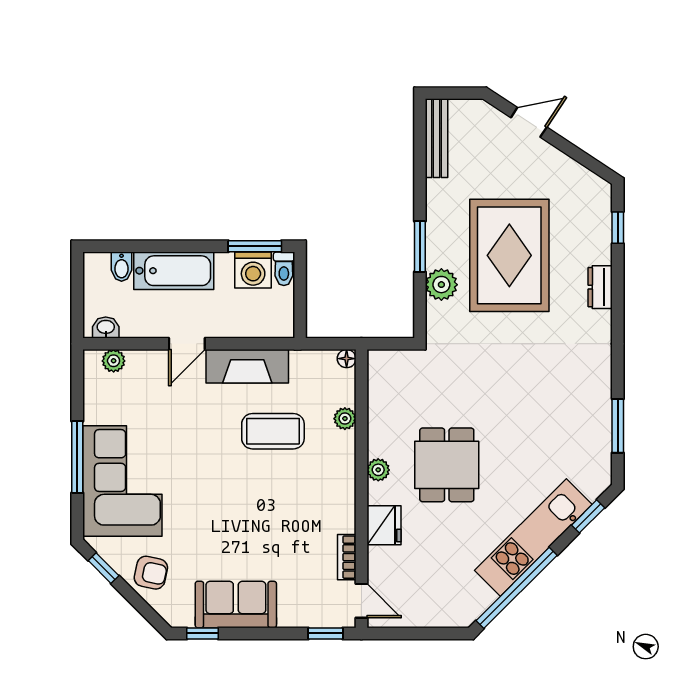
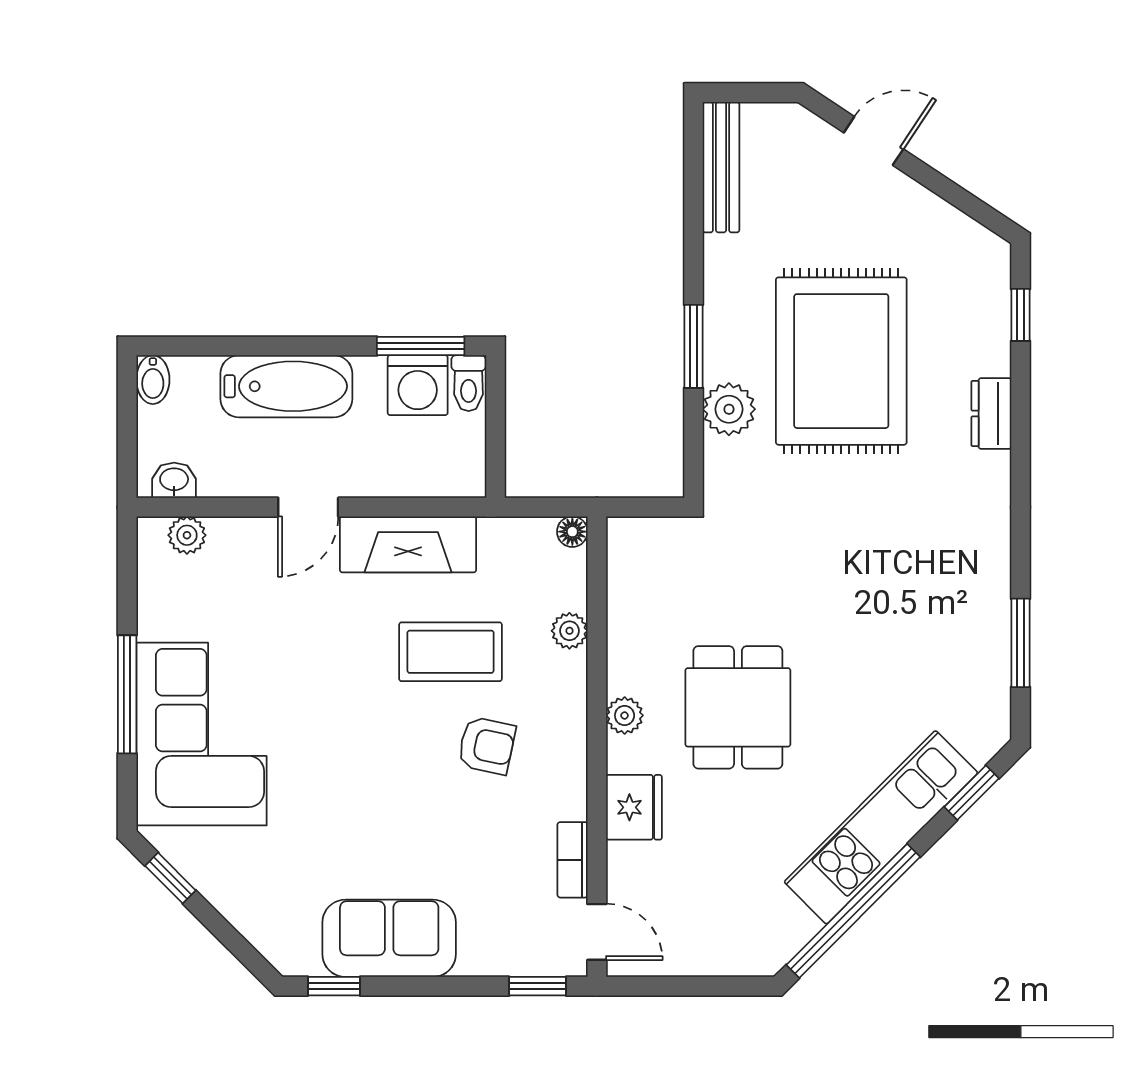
bidet: (122, 267) -> (153, 380), moved
armchair: (151, 573) -> (487, 746), moved

